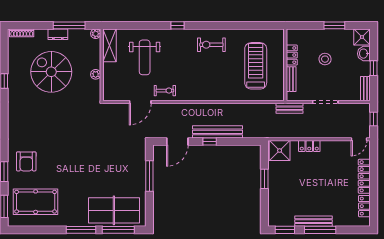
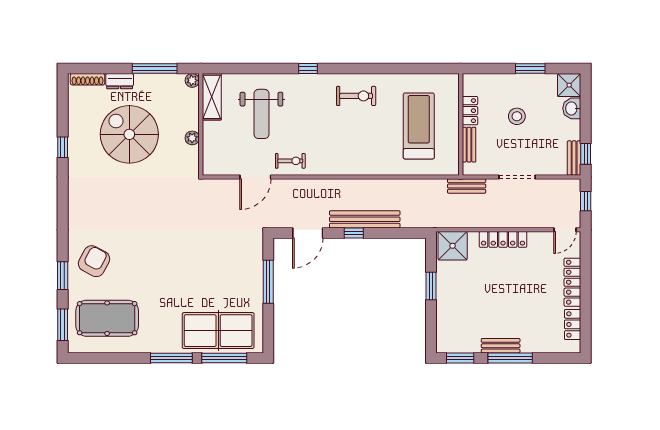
dresser: (58, 34) -> (120, 81), moved
exercise bike: (211, 45) -> (356, 96), turned 180
window: (374, 68) -> (586, 154), moved
locker: (309, 146) -> (503, 239), width x1.53
armchair: (26, 161) -> (94, 261), turned -152
bench: (313, 221) -> (501, 346), width x0.73

